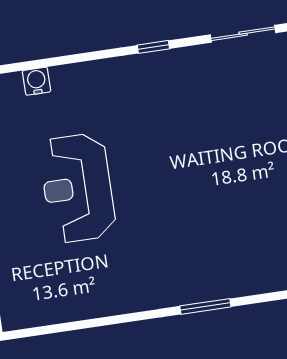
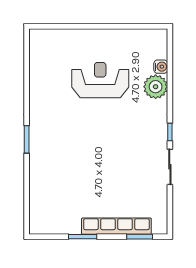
sliding door: (243, 34) -> (170, 167), moved
plant: (74, 85) -> (156, 87), added

